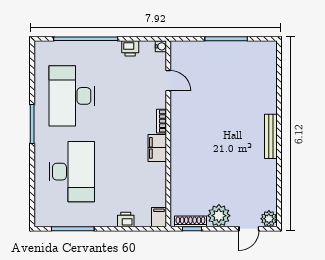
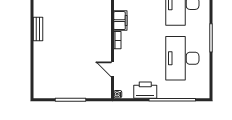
printer: (130, 48) -> (145, 90), width x1.87, depth x1.48
desk: (72, 96) -> (182, 58), turned 180
bench: (271, 136) -> (38, 29), width x0.73

